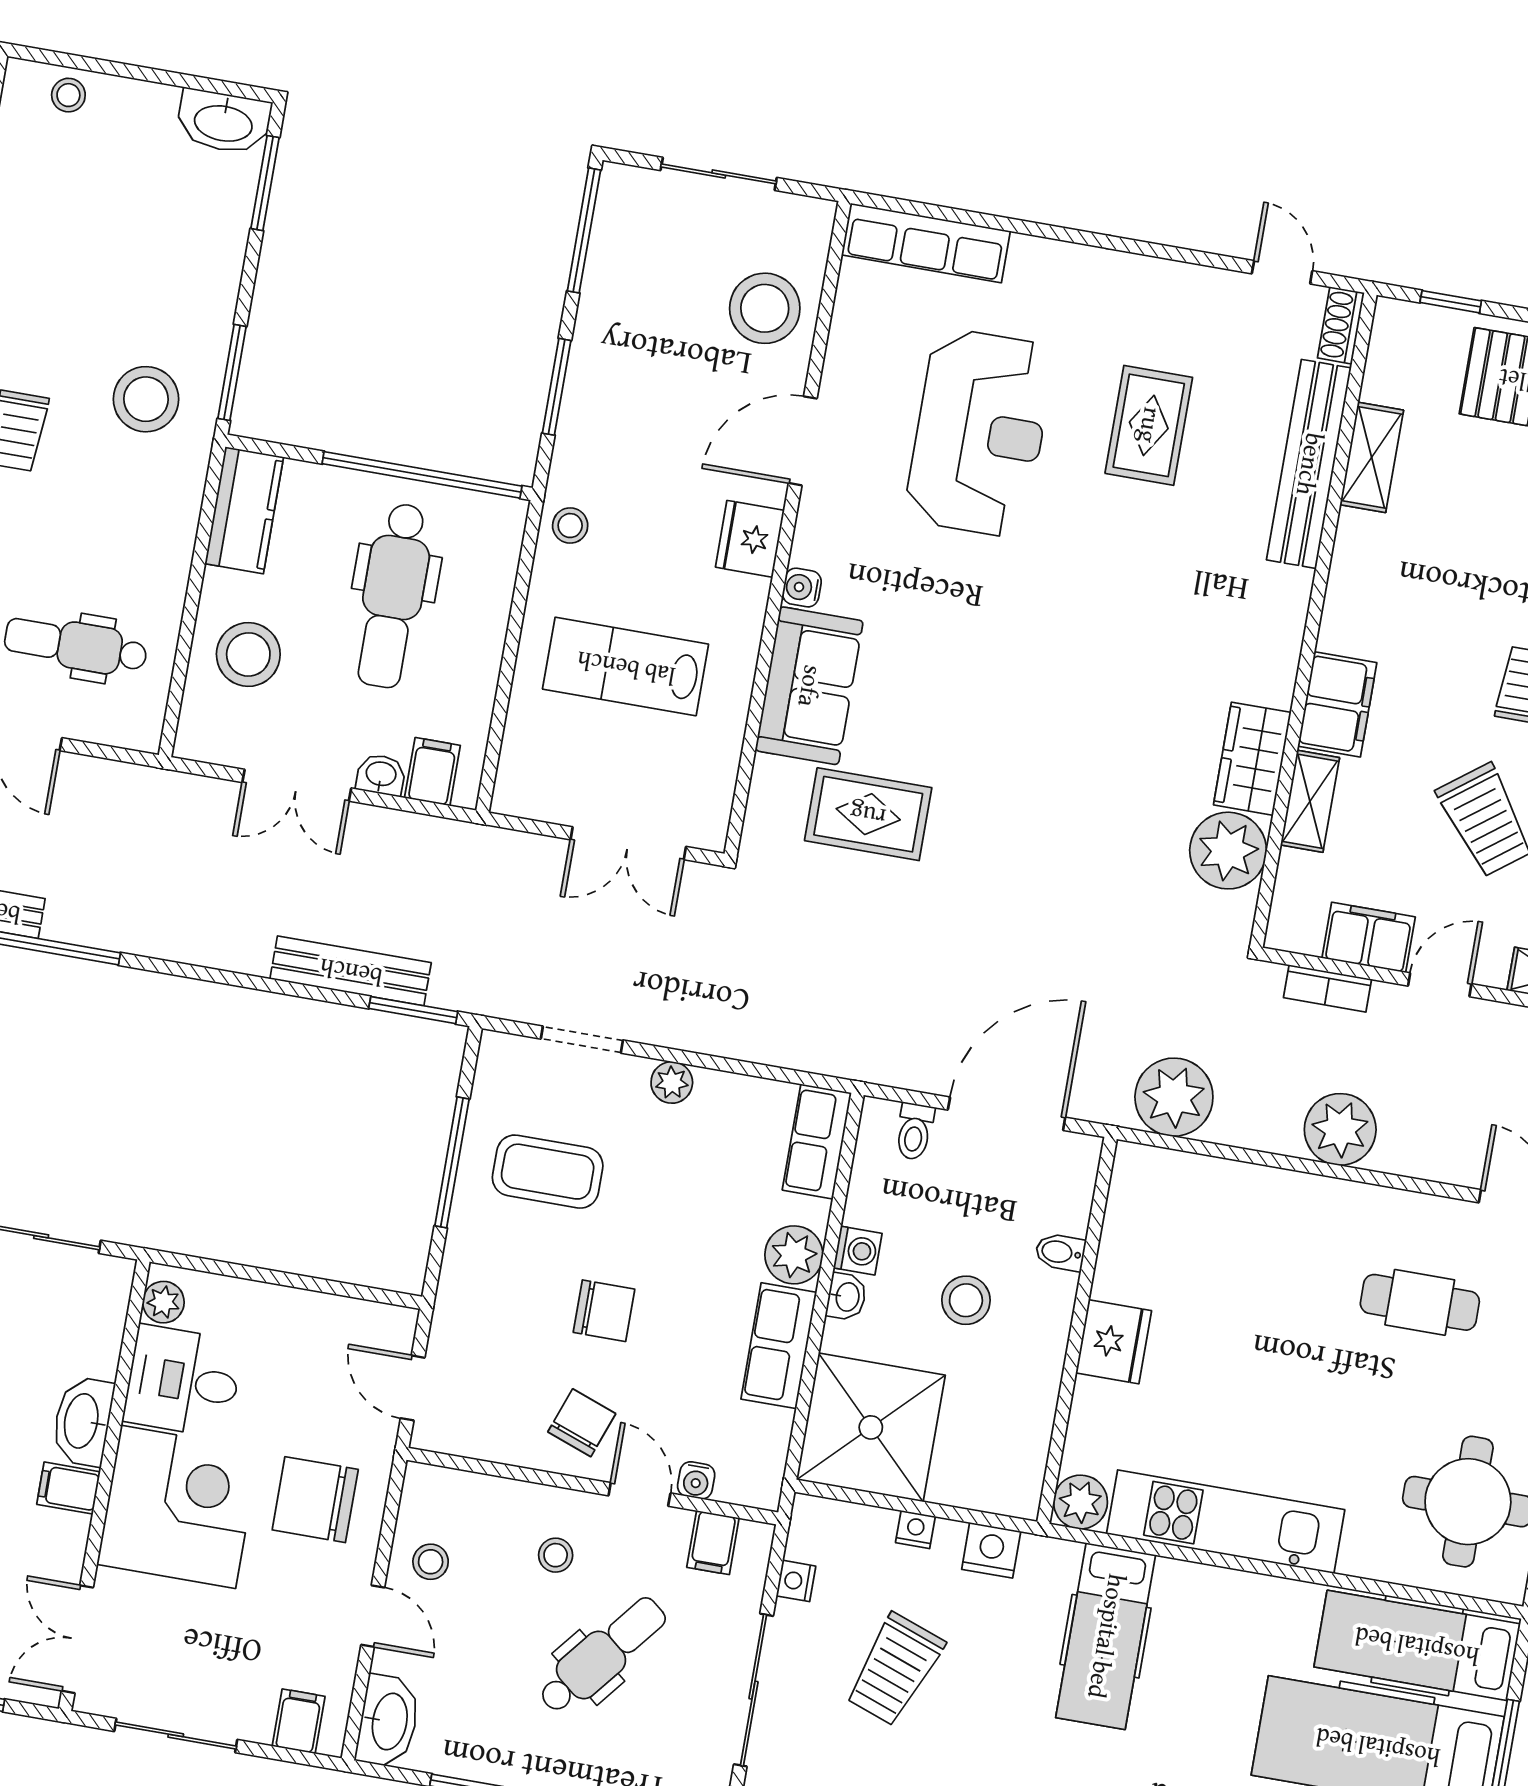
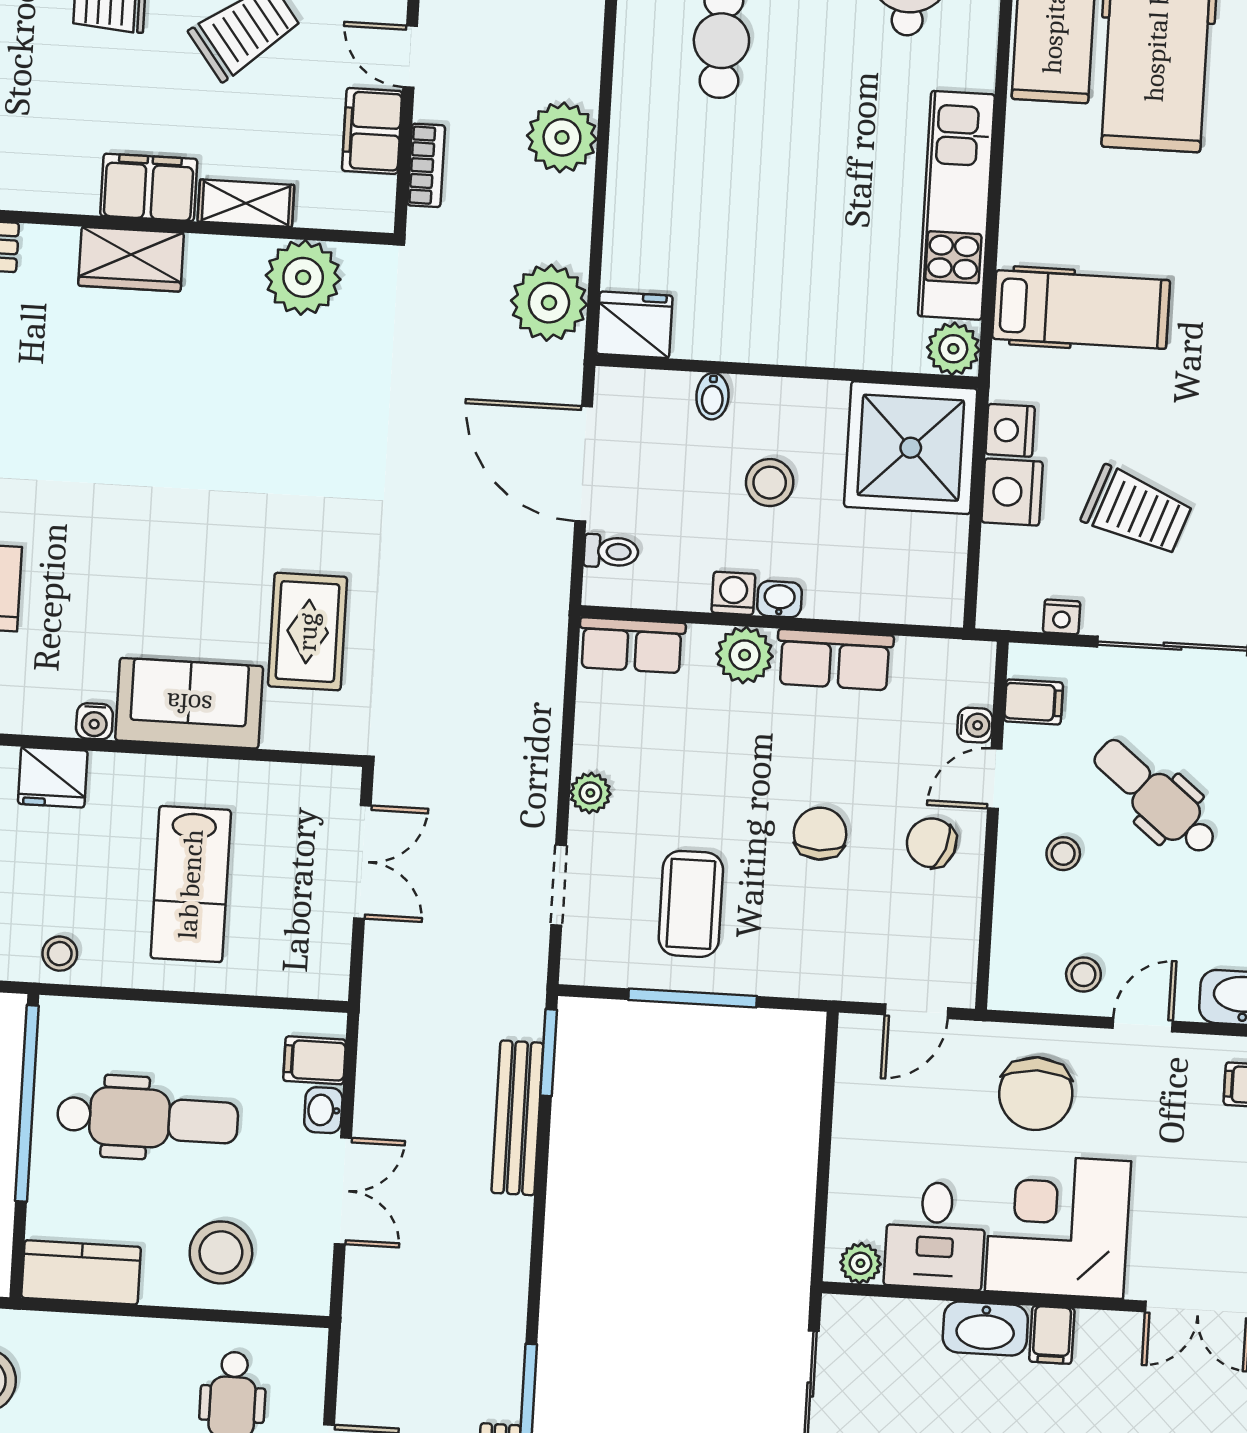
wardrobe: (1252, 759) -> (131, 259), moved
fridge: (1114, 1342) -> (634, 325), moved
shower: (871, 1427) -> (911, 448), moved
nightstand: (915, 1530) -> (1012, 492), width x1.89, depth x1.79

